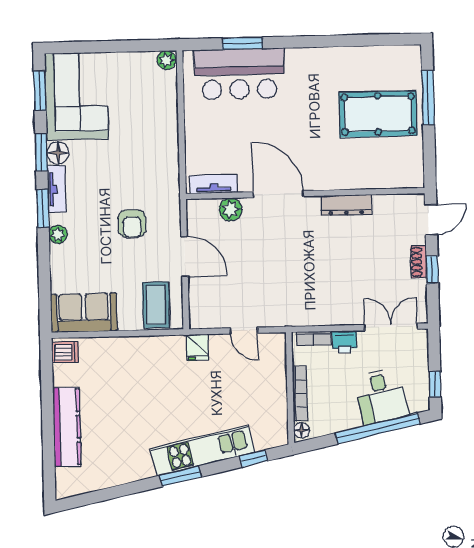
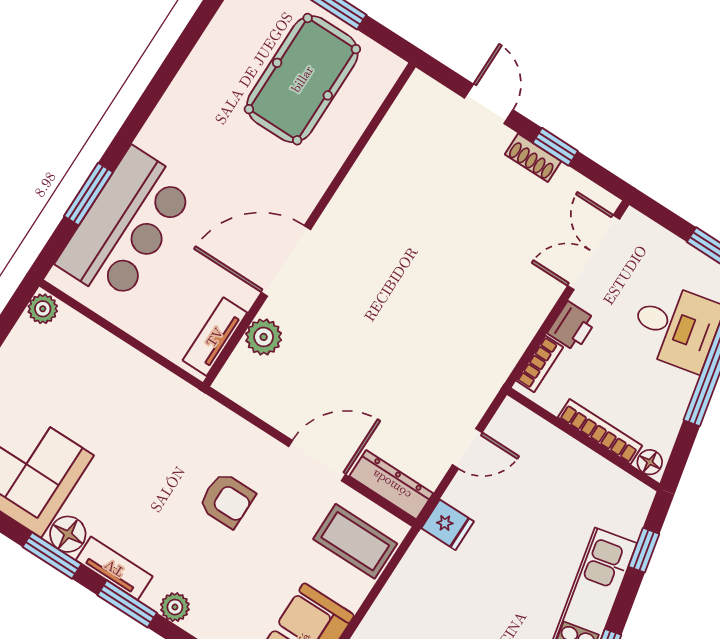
tv unit: (214, 184) -> (215, 337), moved
wall: (305, 193) -> (309, 225), moved
door: (278, 194) -> (286, 261), moved
dresser: (346, 205) -> (391, 485), moved, turned -90
plant: (231, 209) -> (264, 337), moved

